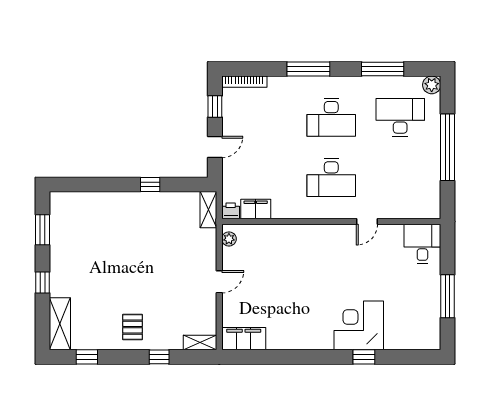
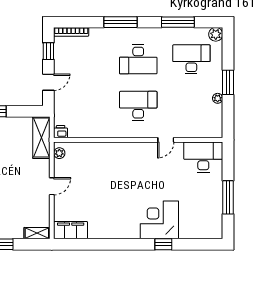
window: (448, 147) -> (228, 82), width x0.47
plant: (434, 168) -> (218, 98), added
desk: (331, 178) -> (138, 106), turned 180
filing cabinet: (256, 209) -> (80, 130), removed
shelving: (208, 210) -> (41, 138), width x1.50, depth x1.33
desk: (422, 244) -> (203, 157), width x1.37

